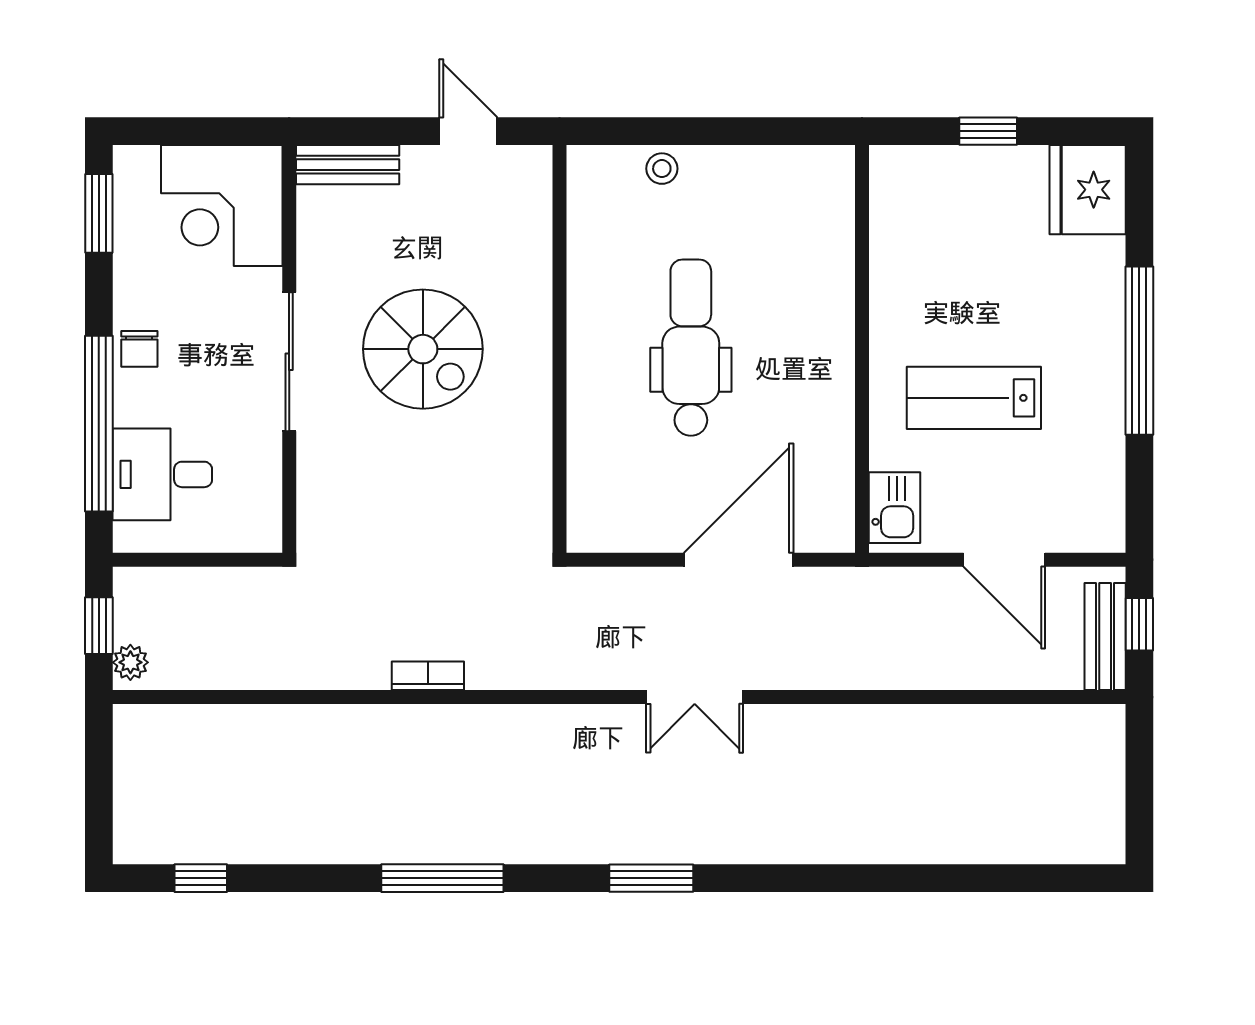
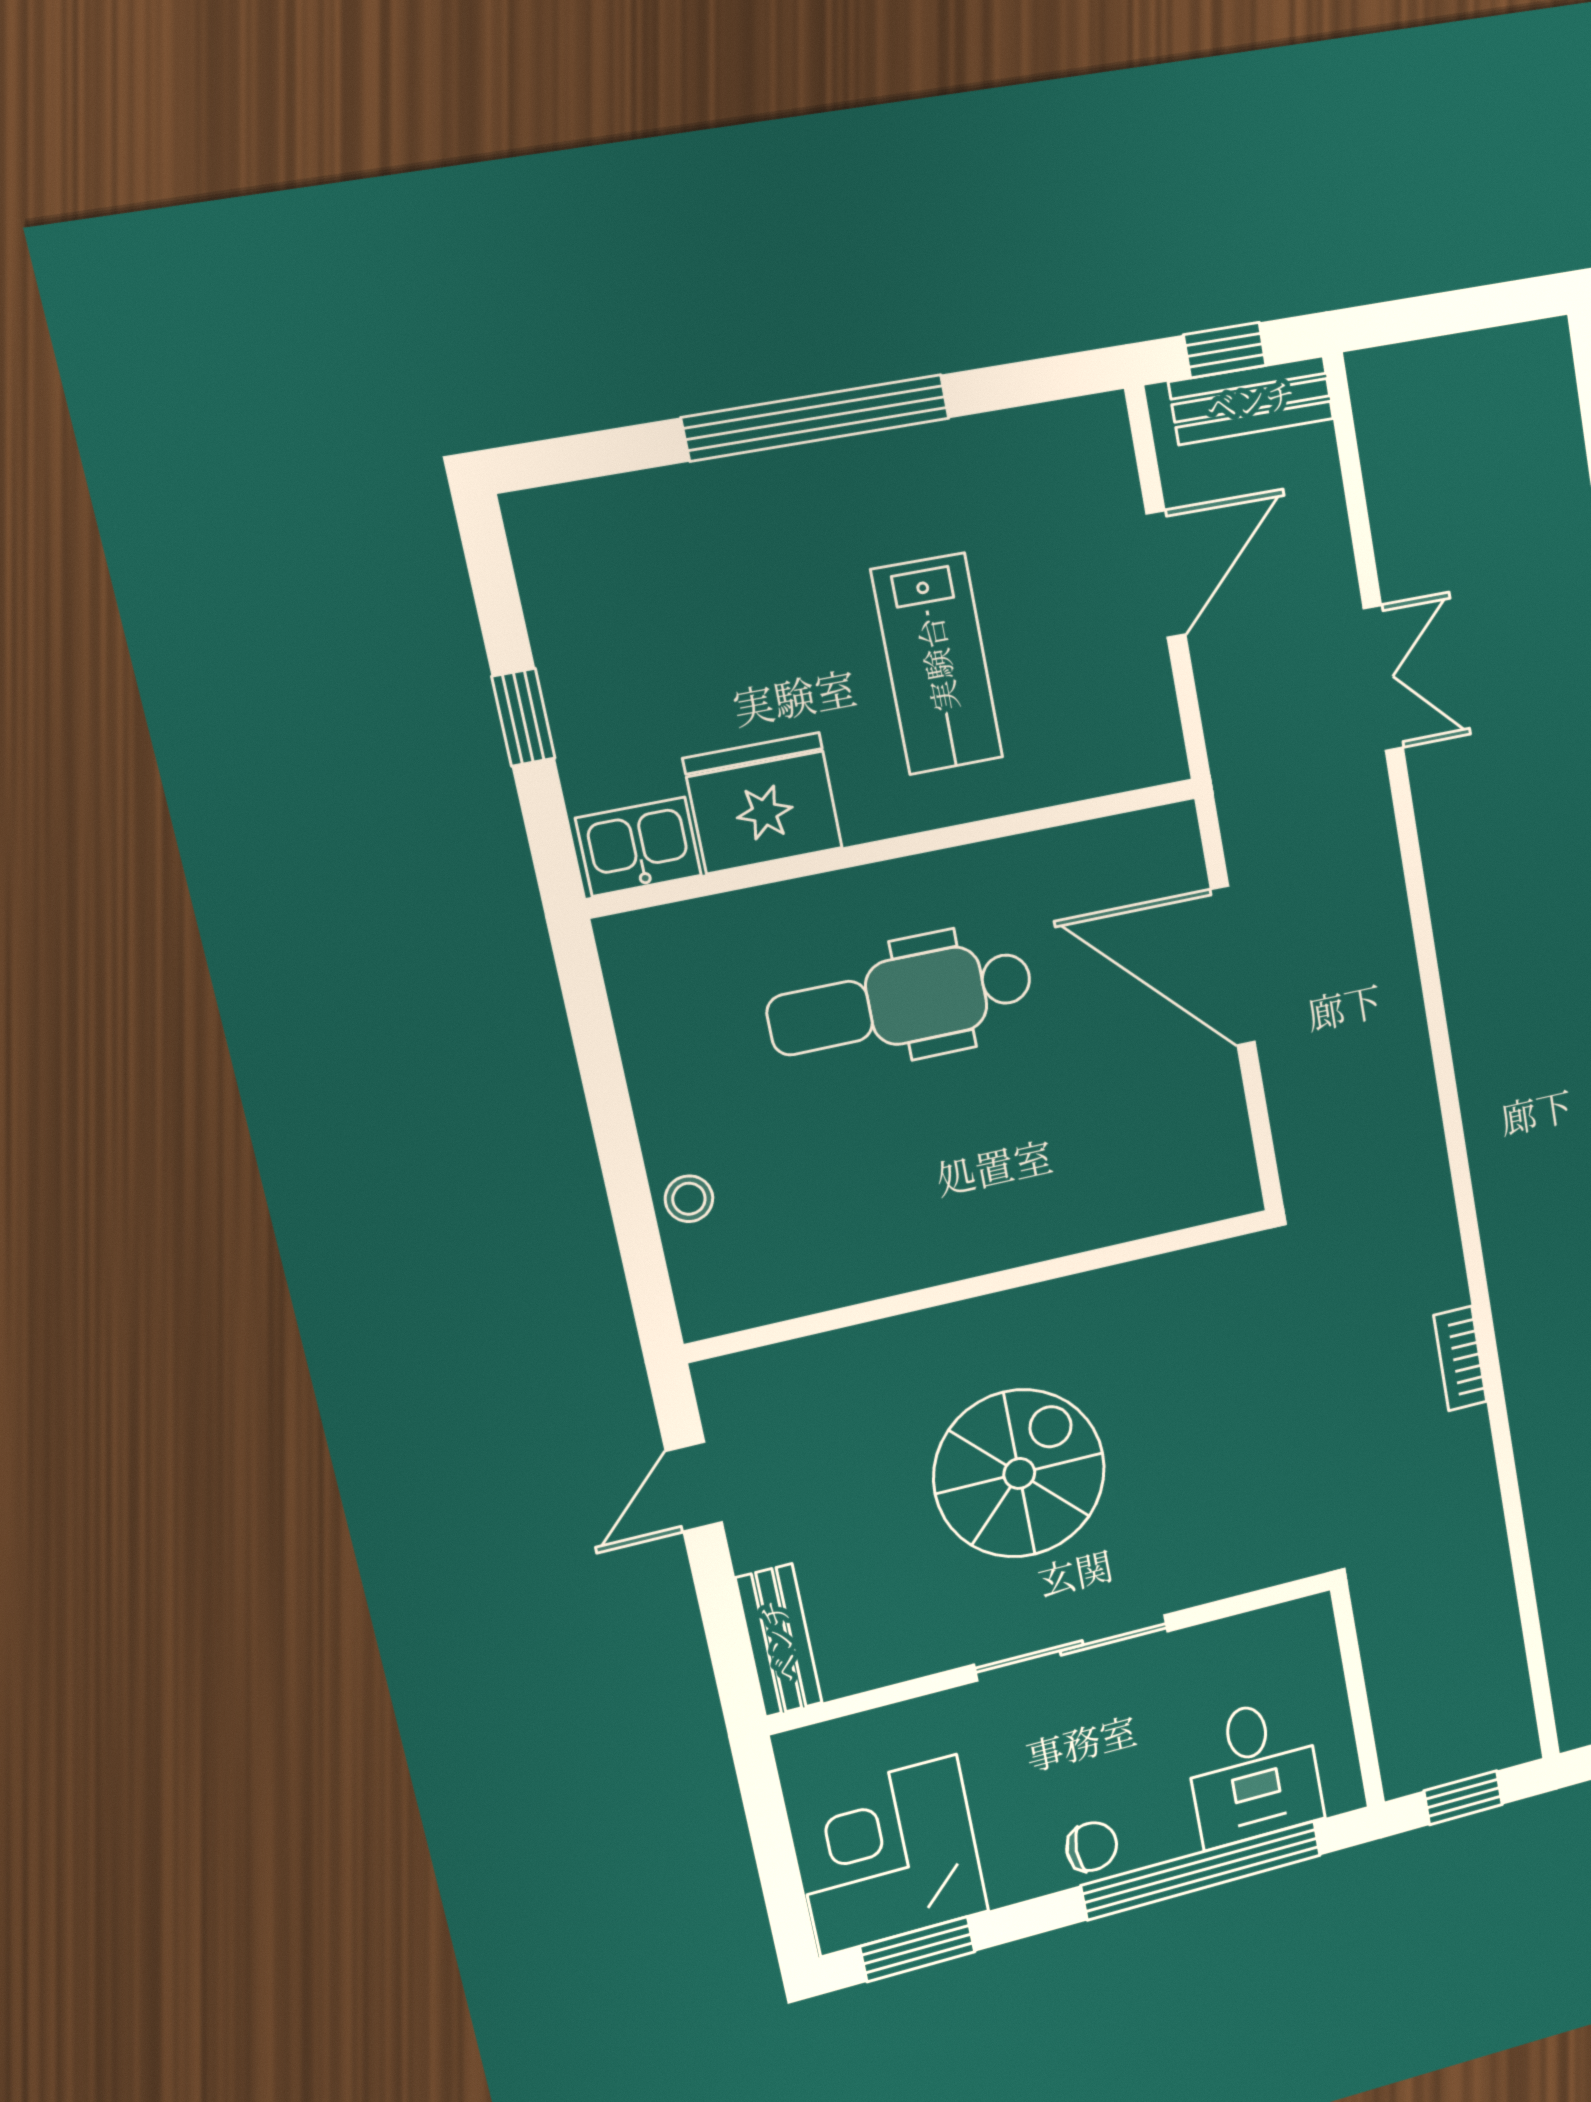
fridge: (1088, 190) -> (763, 803), moved, turned 180
corner desk: (222, 206) -> (888, 1856), moved, turned 180
dental chair: (691, 348) -> (900, 1001), moved
kitchen sink: (895, 508) -> (639, 847), moved
plant: (130, 662) -> (1504, 1746), removed
double door: (695, 697) -> (1383, 678), moved

